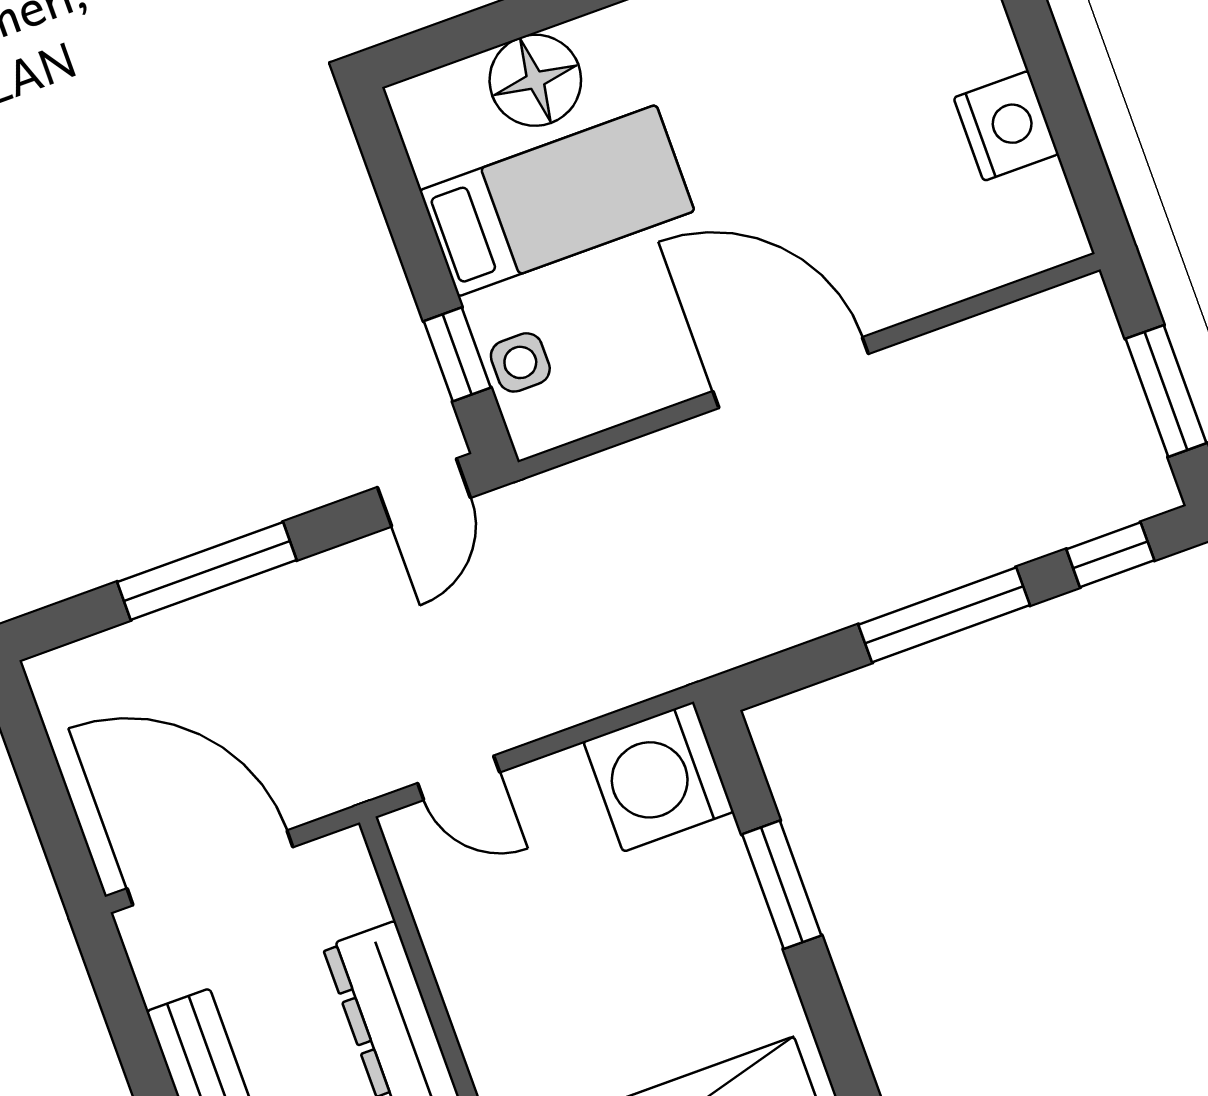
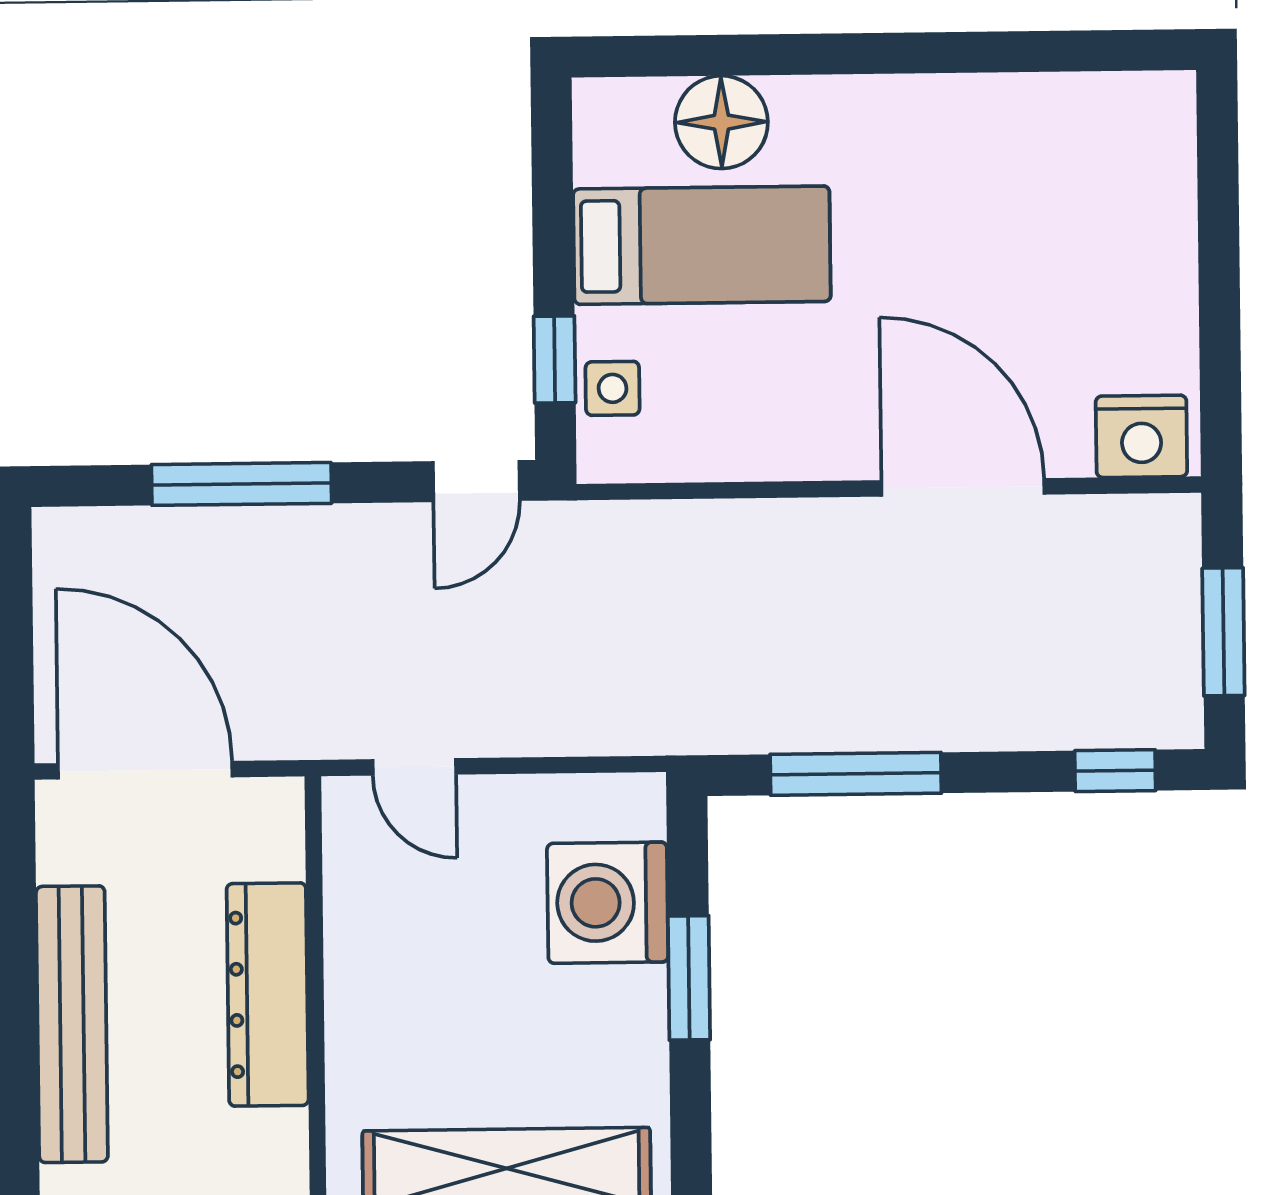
nightstand: (1006, 126) -> (1141, 436), moved, turned 90
door: (791, 373) -> (963, 487), moved
window: (944, 615) -> (856, 774), moved
washing machine: (659, 777) -> (608, 903), moved

